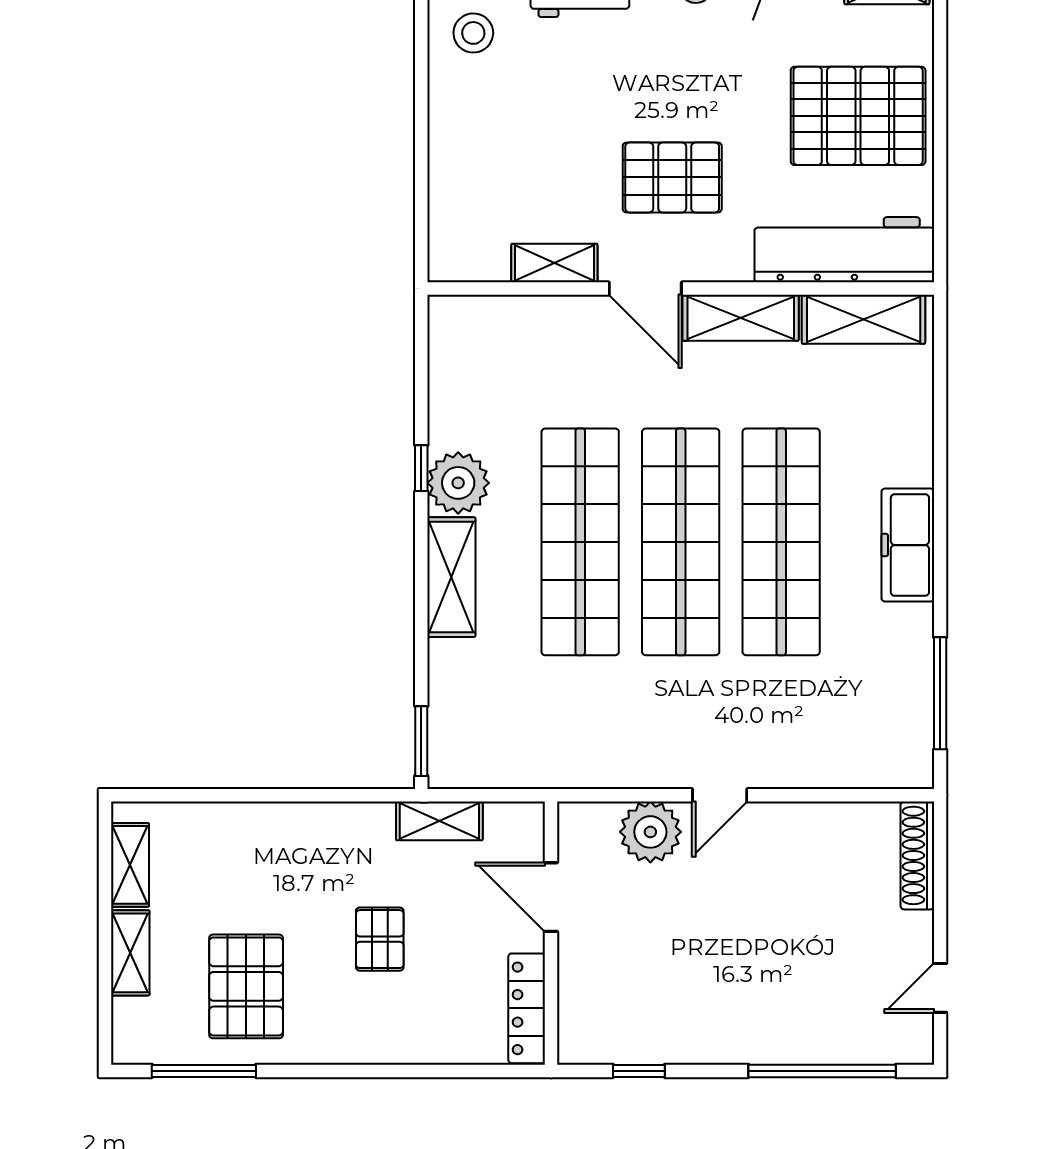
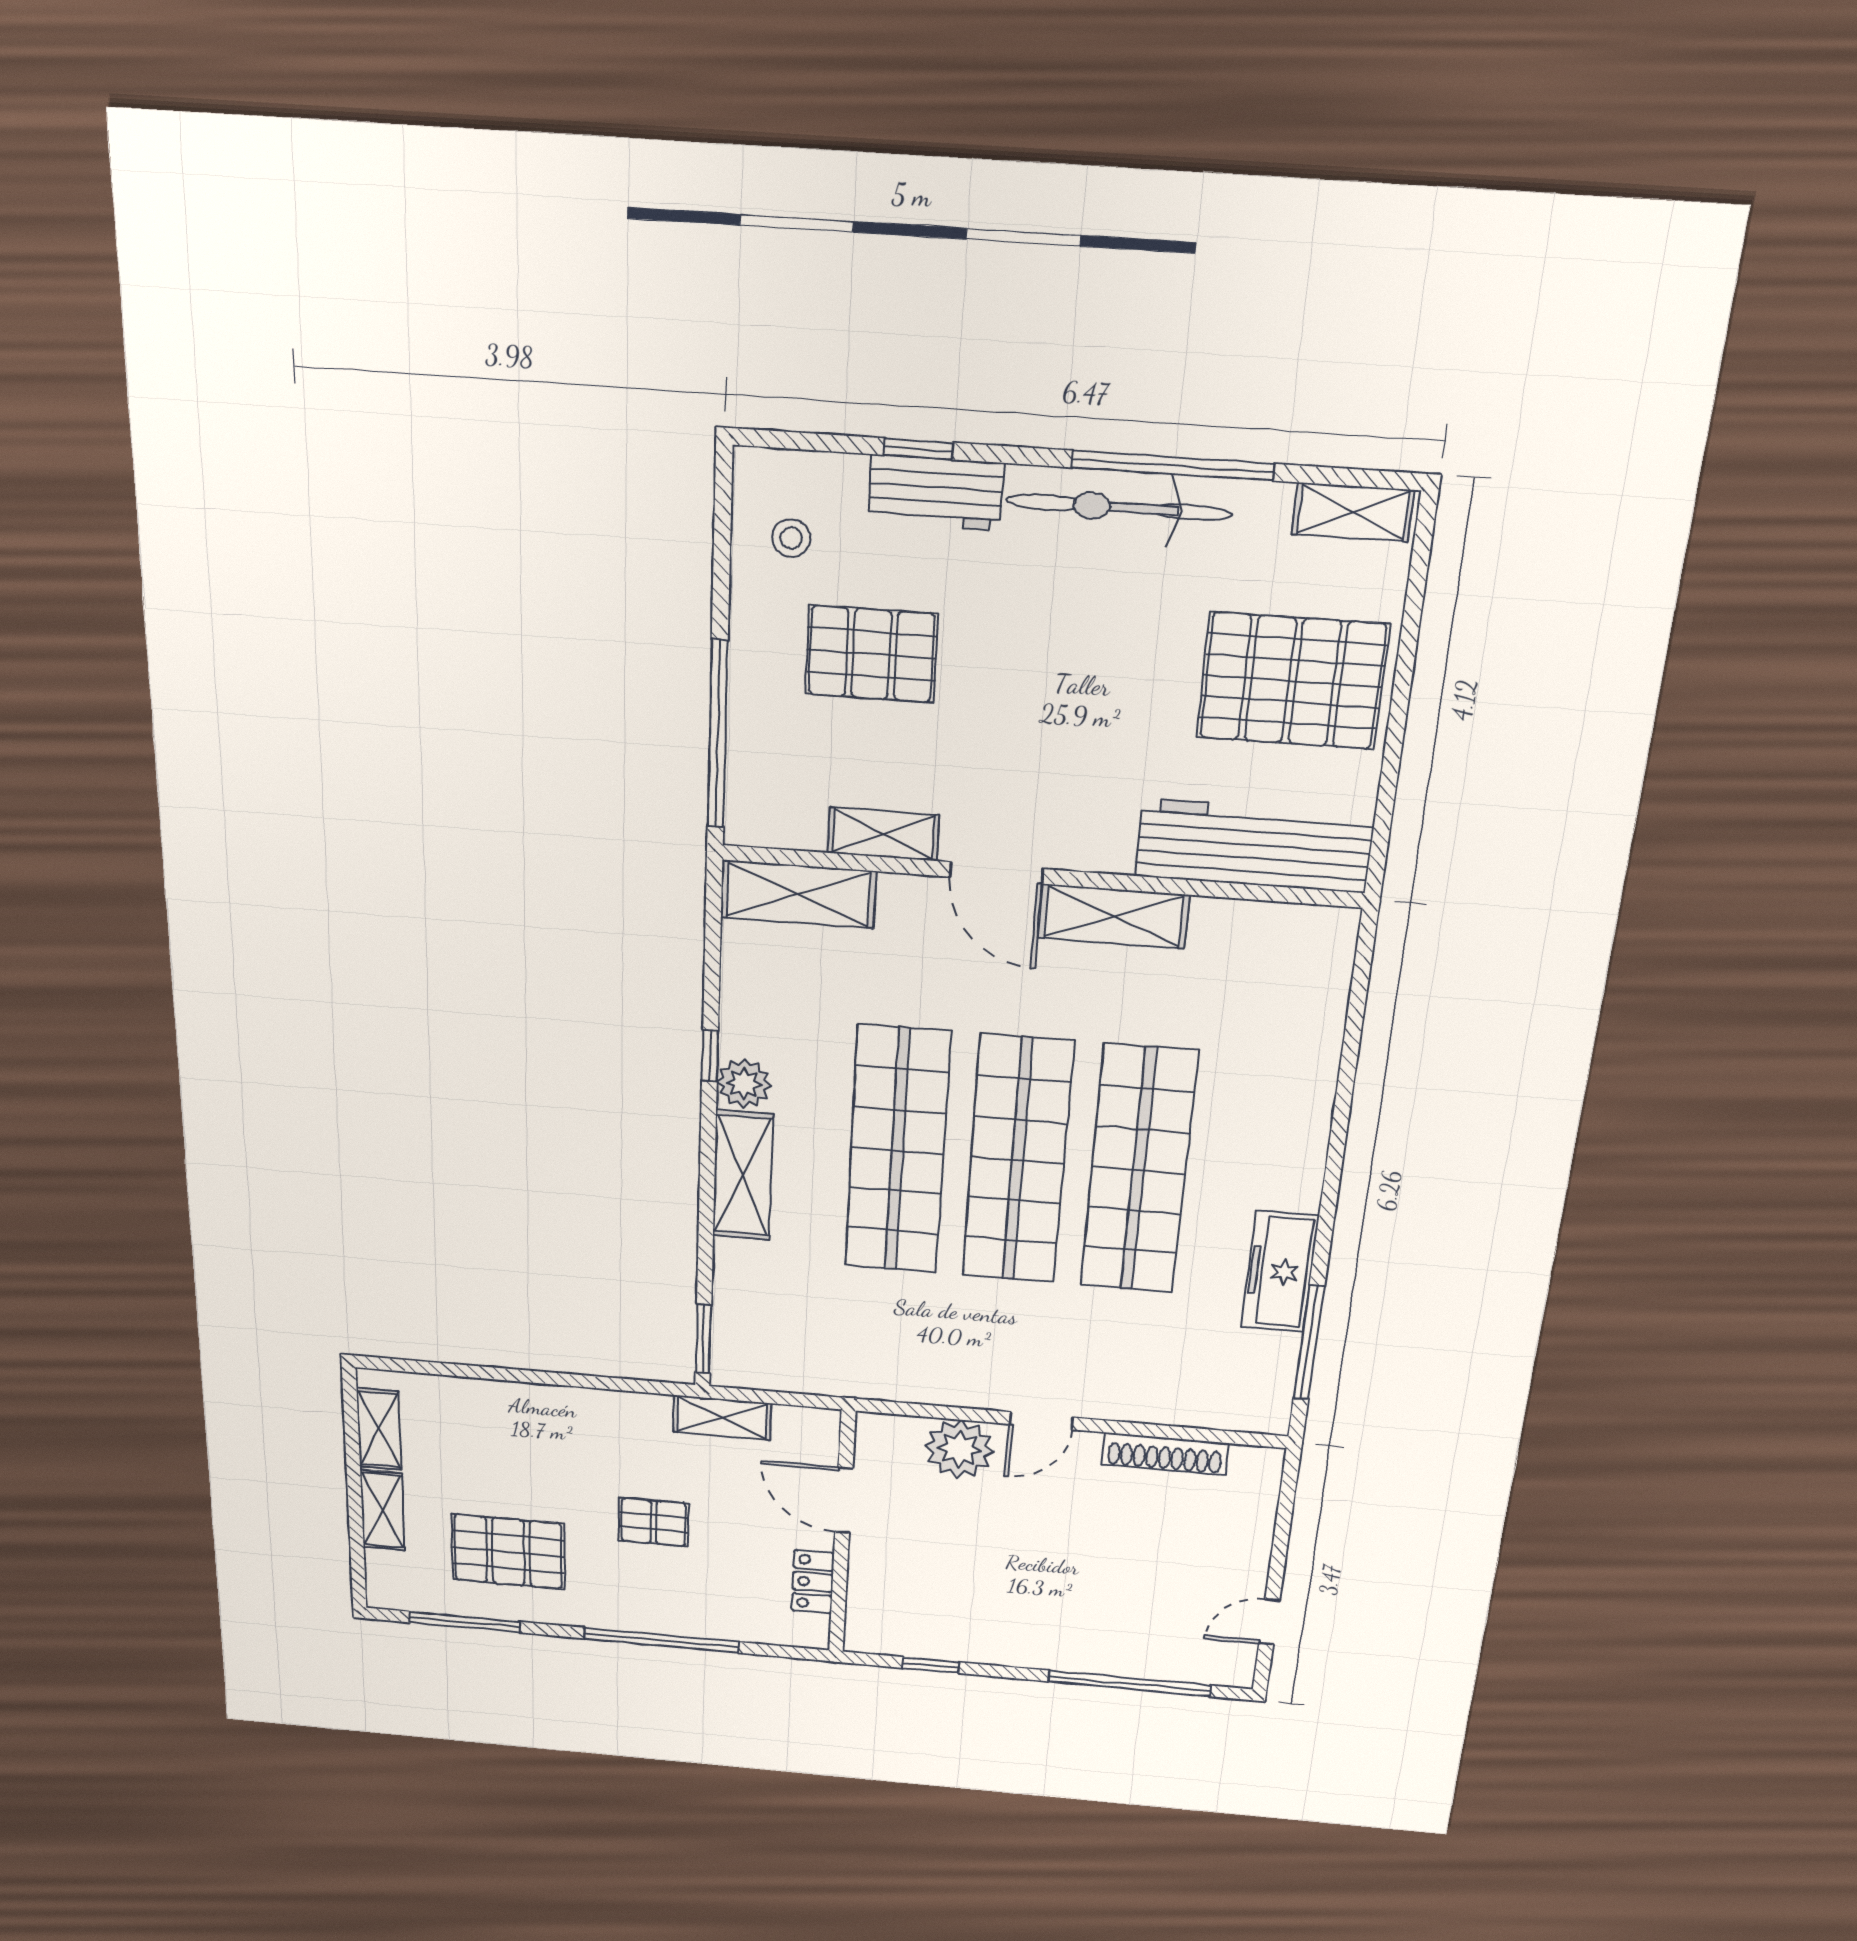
stool: (473, 33) -> (791, 538), width x0.73, depth x0.73
pallet: (672, 177) -> (871, 654), moved
window: (421, 191) -> (718, 734), added
shelving: (864, 319) -> (798, 894), moved
plant: (458, 483) -> (744, 1084), width x0.73, depth x0.73
freezer: (908, 545) -> (1280, 1272), moved
shoe rack: (917, 855) -> (1165, 1454), moved, turned -90
pallet: (380, 939) -> (654, 1522), turned 90
pallet: (246, 986) -> (508, 1552), turned 90
locker: (527, 1008) -> (813, 1582), width x0.66
window: (389, 1071) -> (661, 1640), added

